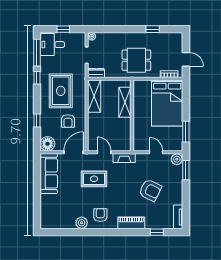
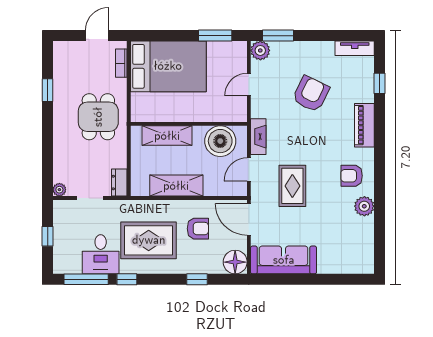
desk: (52, 45) -> (101, 254), moved
shelving: (94, 96) -> (176, 186), moved
boiler: (121, 135) -> (220, 141), added

